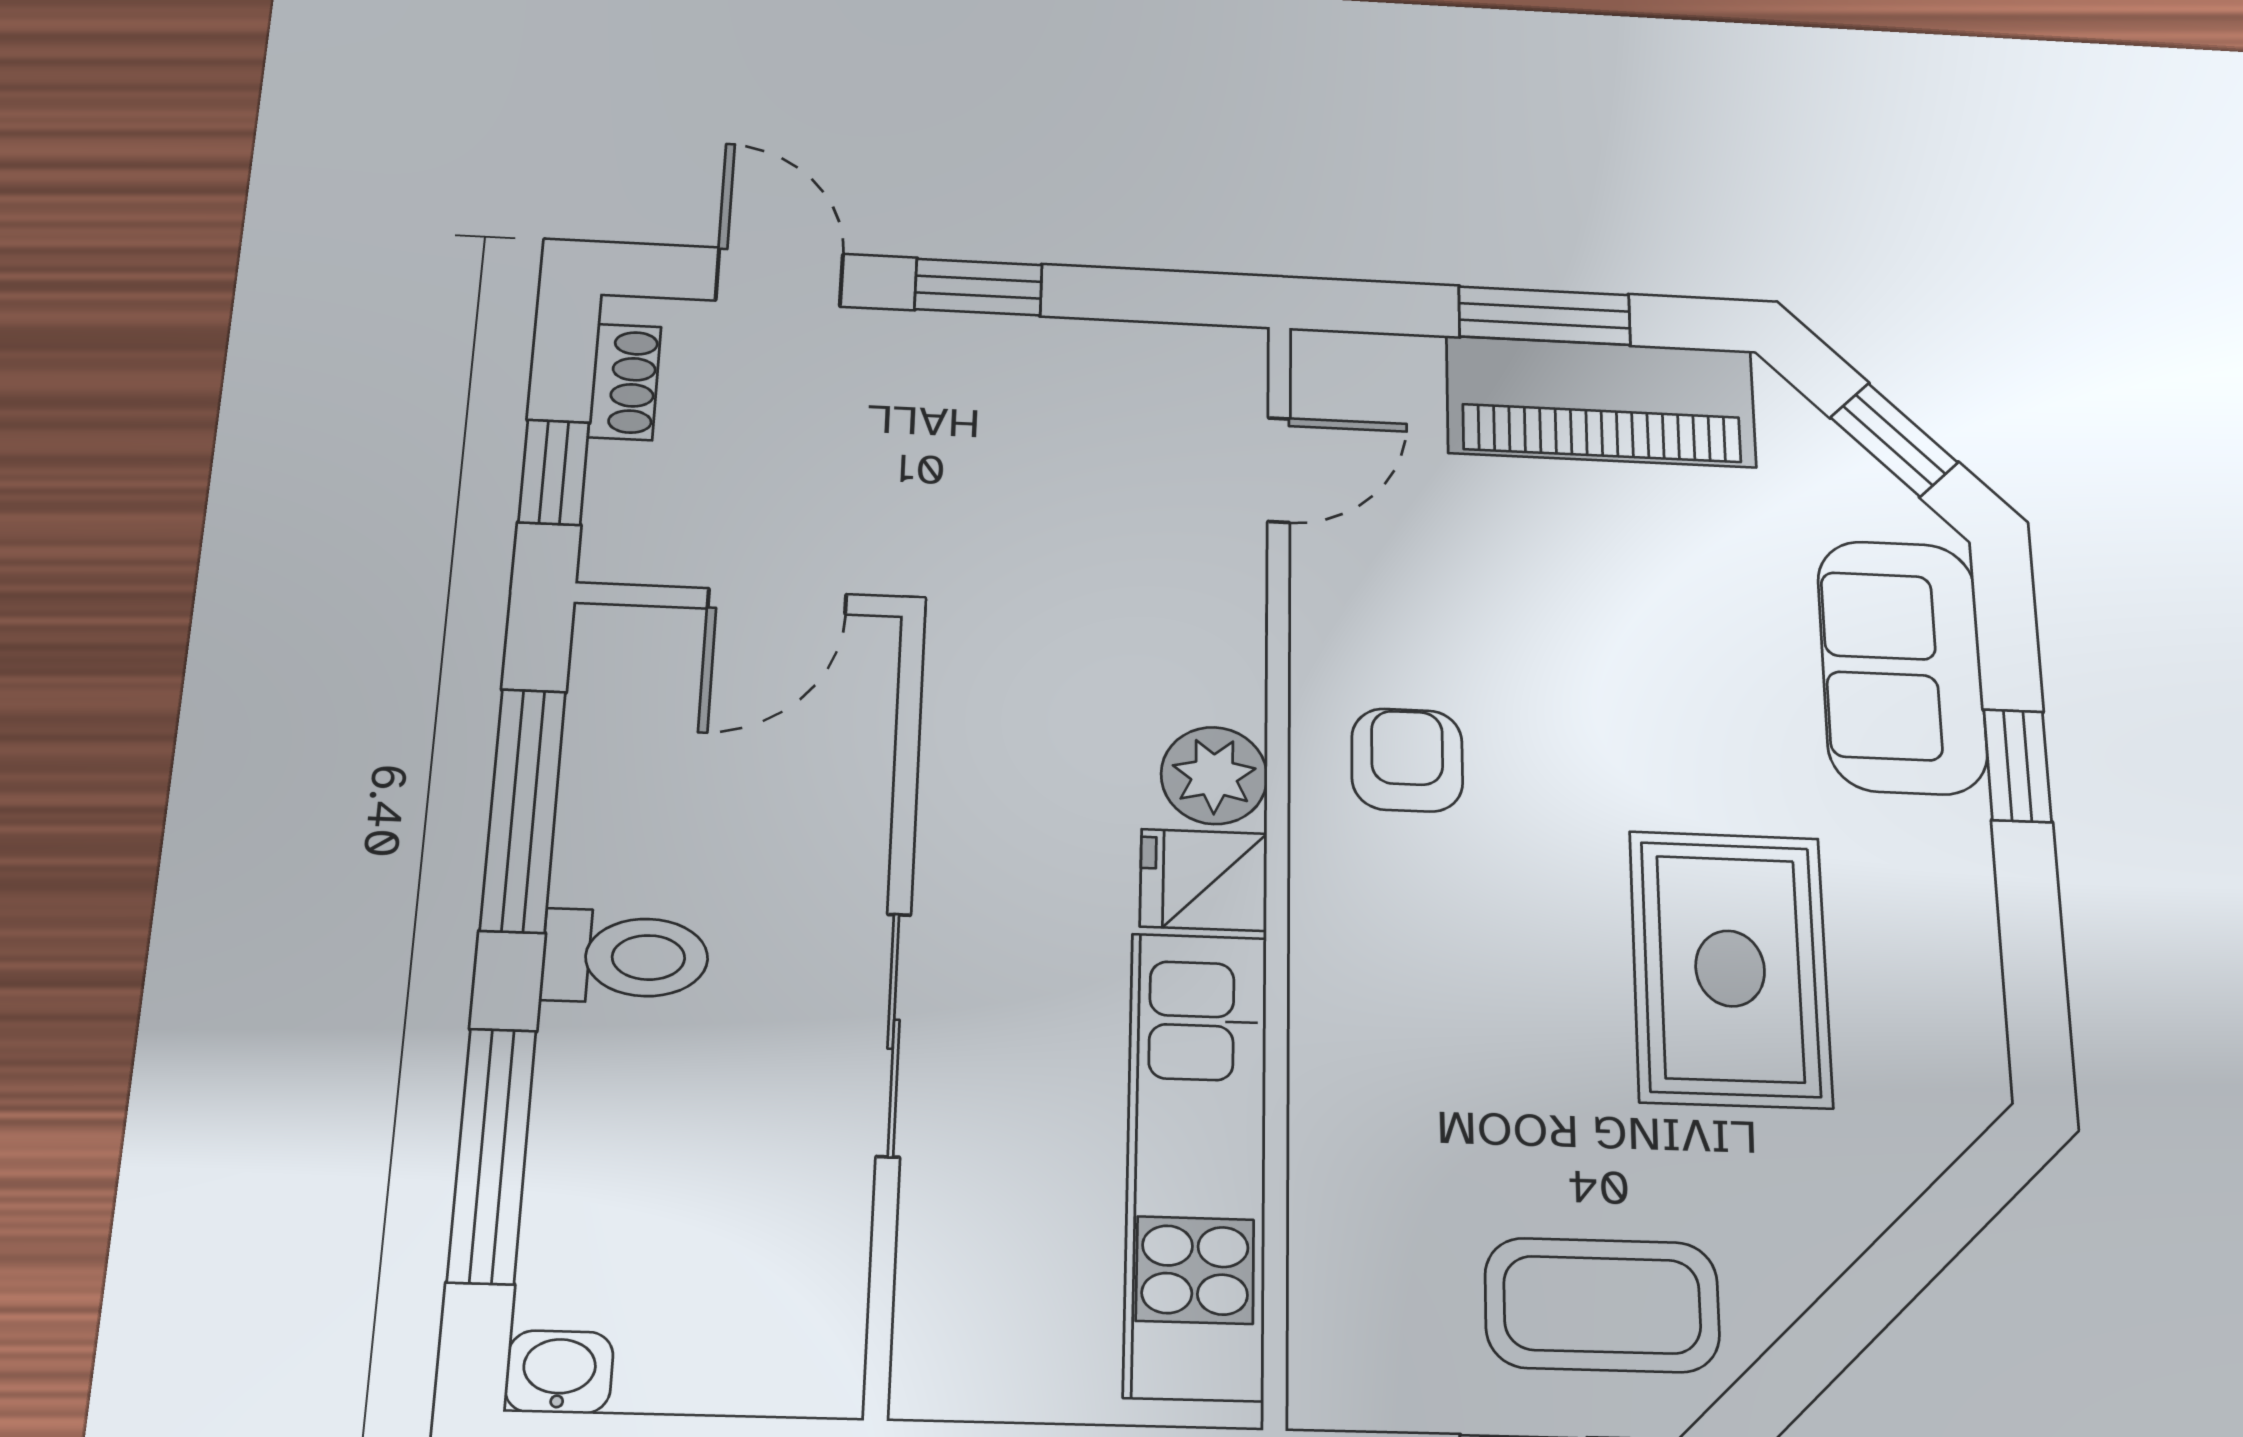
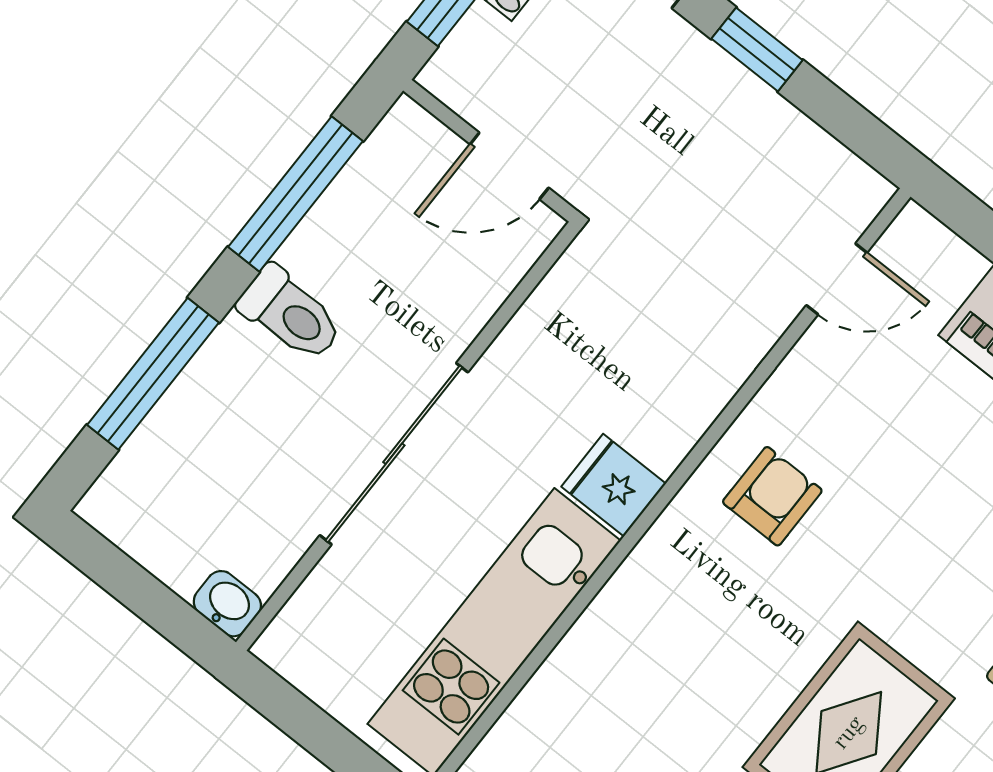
plant: (1214, 776) -> (664, 431), removed
sliding door: (893, 1034) -> (394, 454), width x1.37
washbasin: (559, 1372) -> (227, 604), moved

